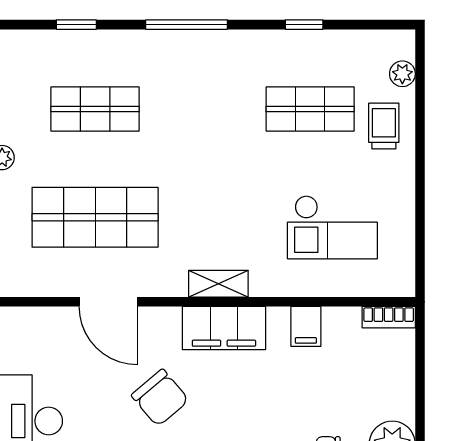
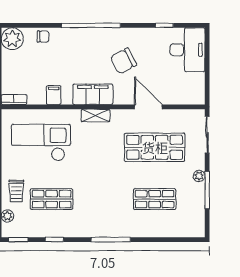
window: (76, 25) -> (18, 240), moved
checkout: (332, 227) -> (41, 143), width x1.36, depth x1.21
chair: (160, 398) -> (123, 61), turned -77

